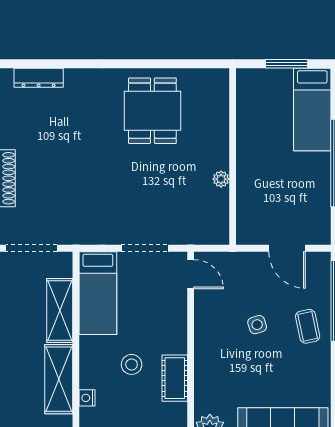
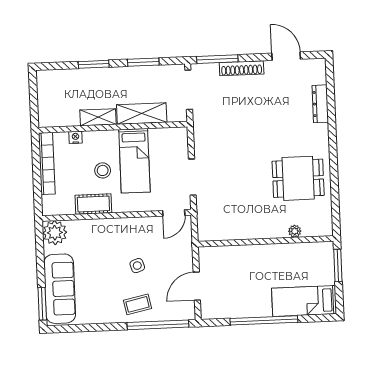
window: (287, 64) -> (338, 265), moved
dresser: (39, 78) -> (320, 104), moved
plant: (221, 179) -> (295, 231), moved
bed: (98, 293) -> (134, 161), moved, turned -90
shelving: (59, 379) -> (98, 117), width x0.67, depth x0.75

